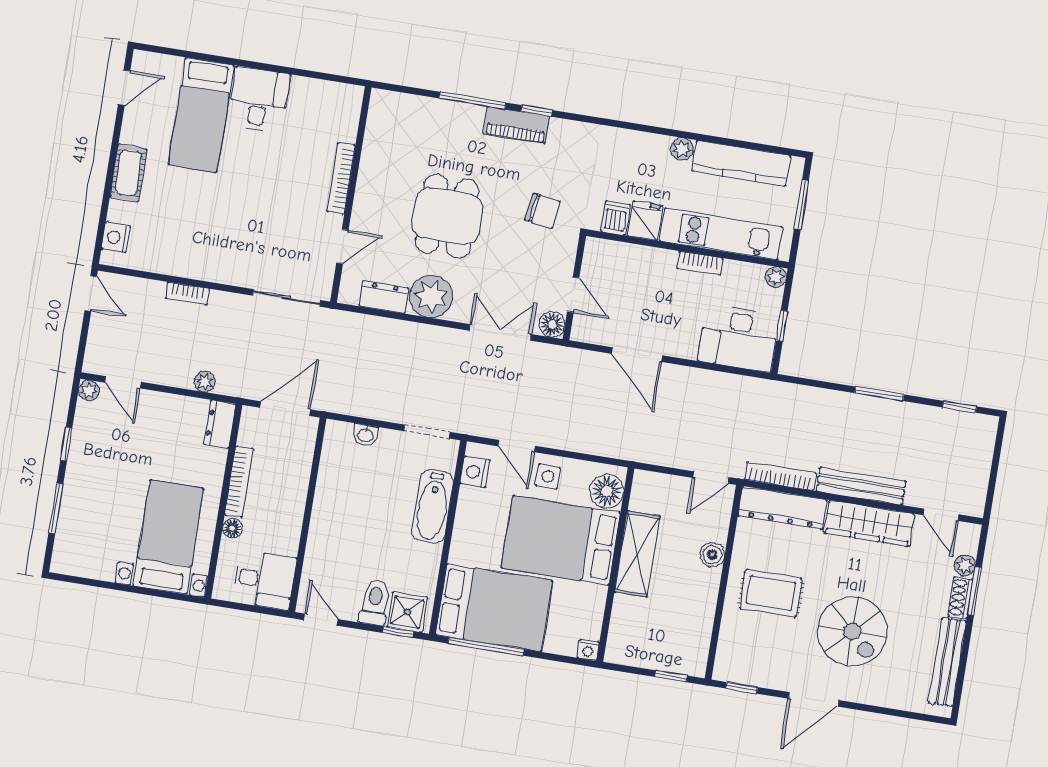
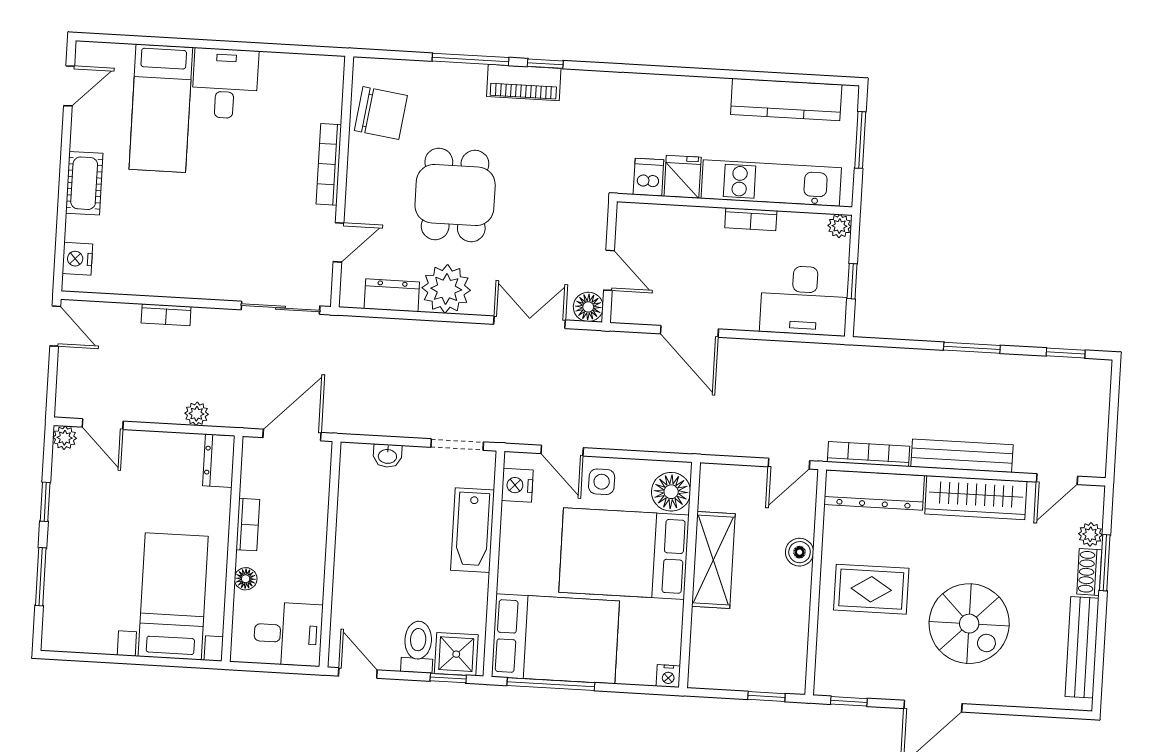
plant: (682, 149) -> (716, 90), removed
chair: (542, 211) -> (381, 113), moved, width x1.37, depth x1.37
bookcase: (239, 482) -> (248, 525), width x0.64
door: (941, 515) -> (1057, 479), hinge flipped

